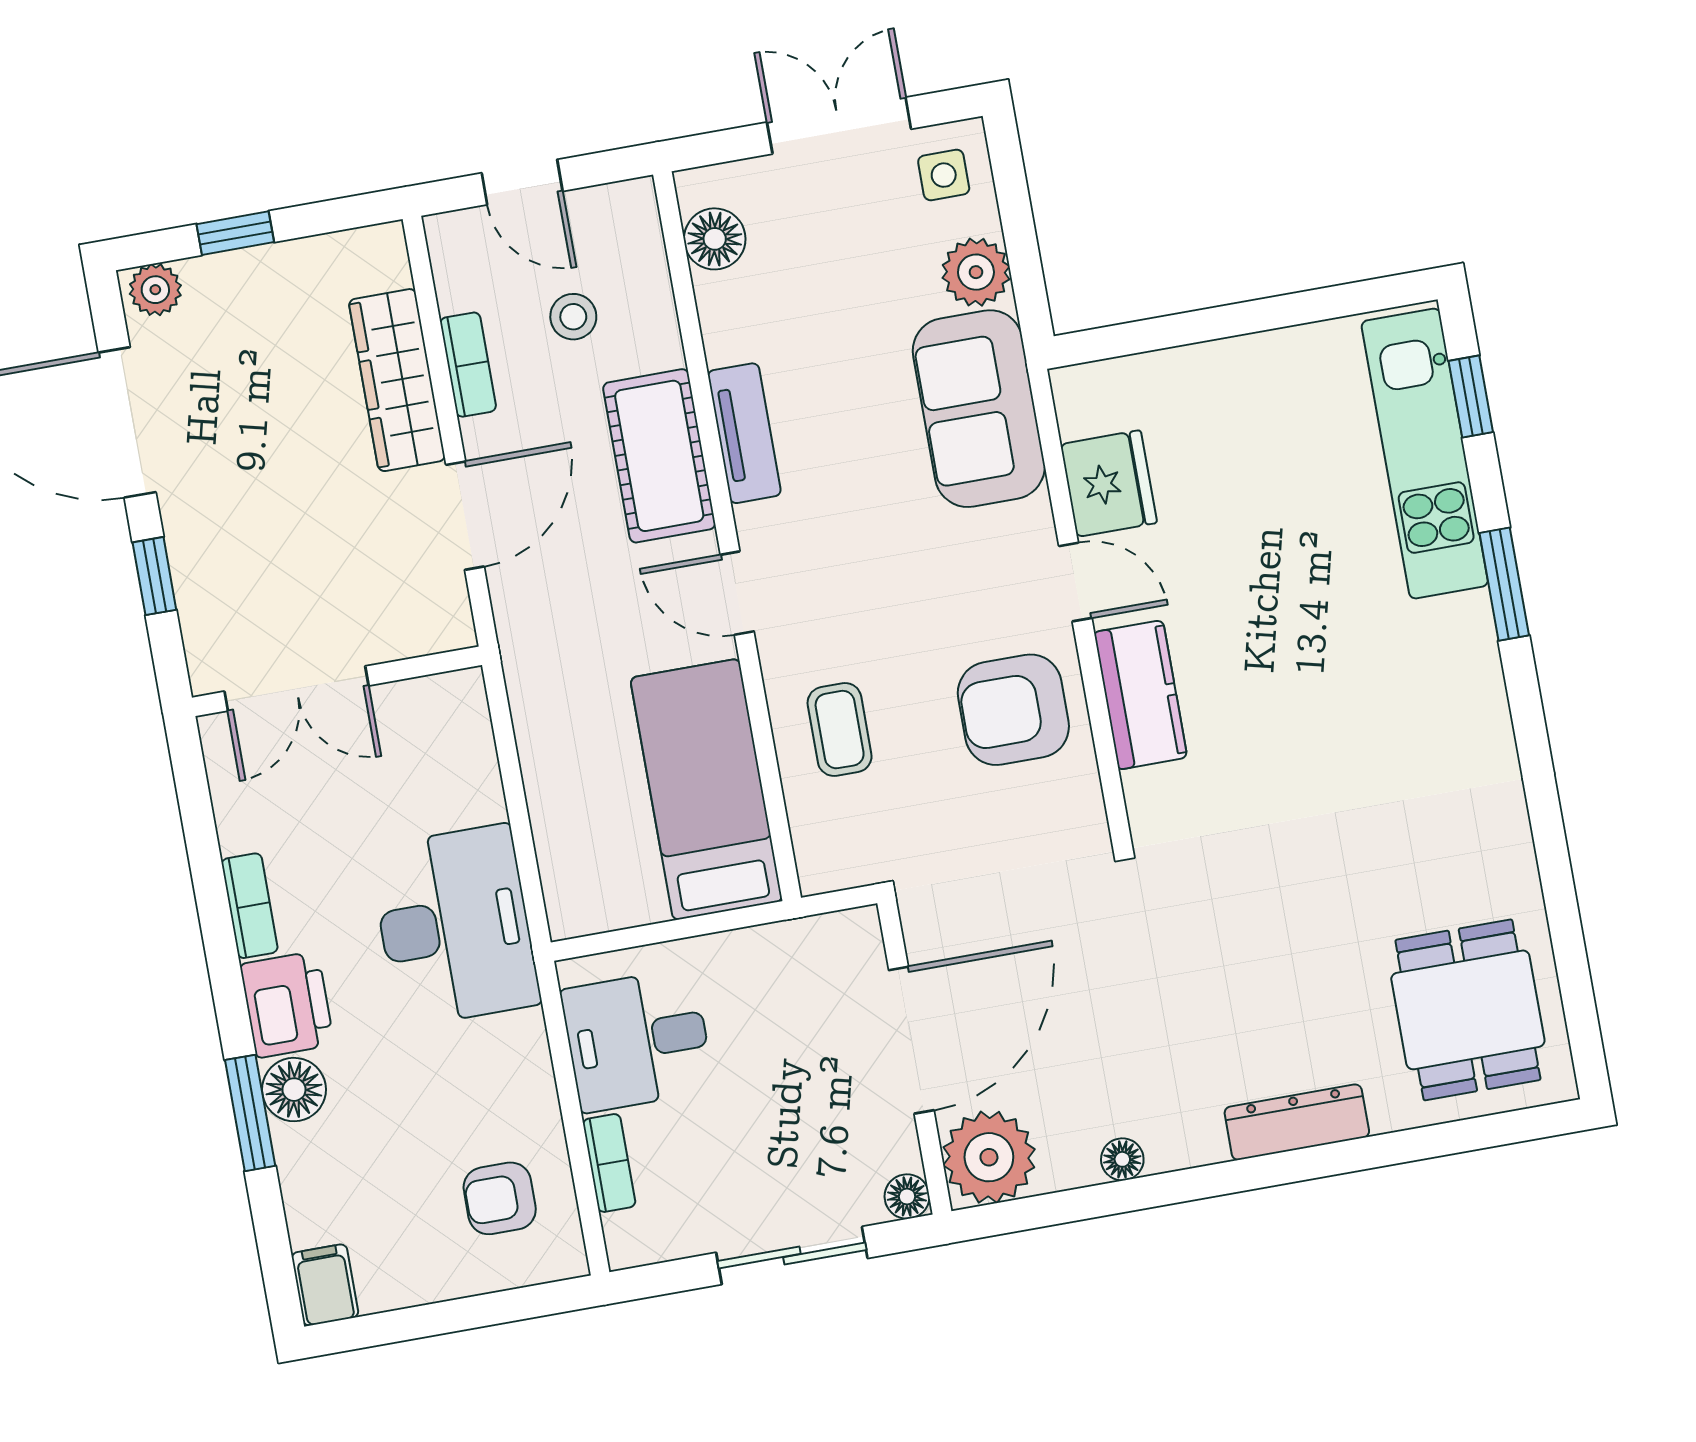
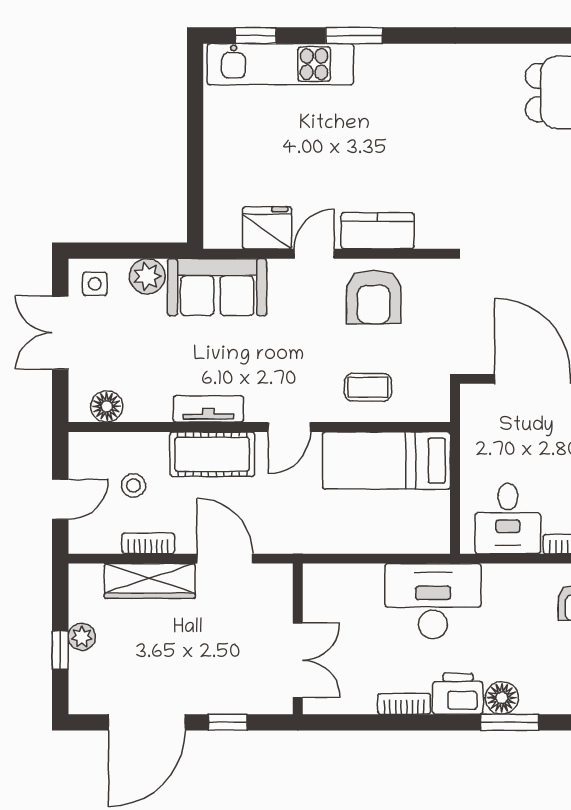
plant: (155, 290) -> (82, 637), moved

